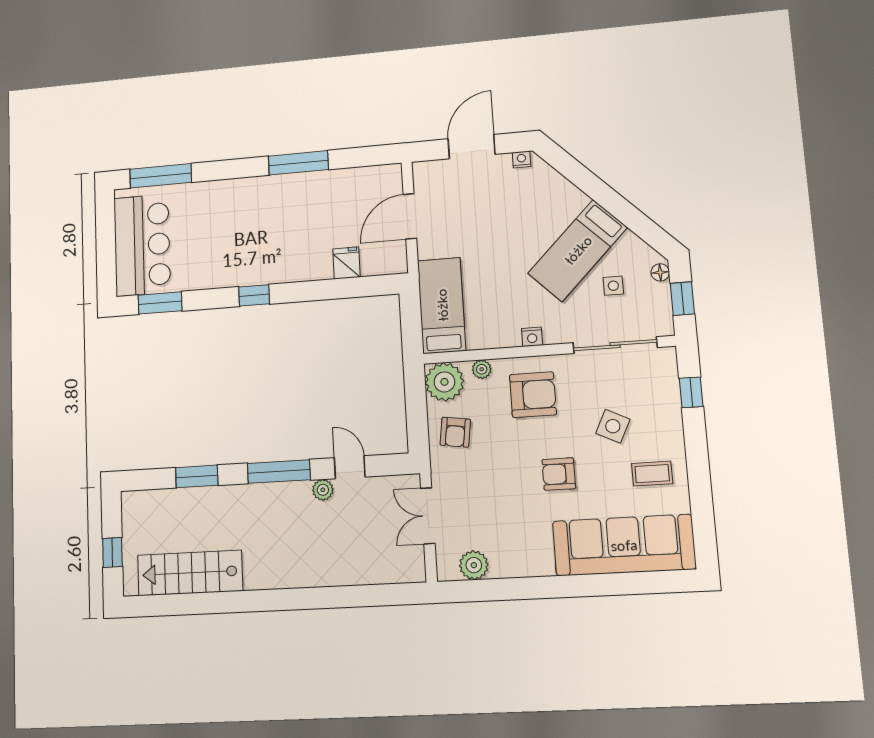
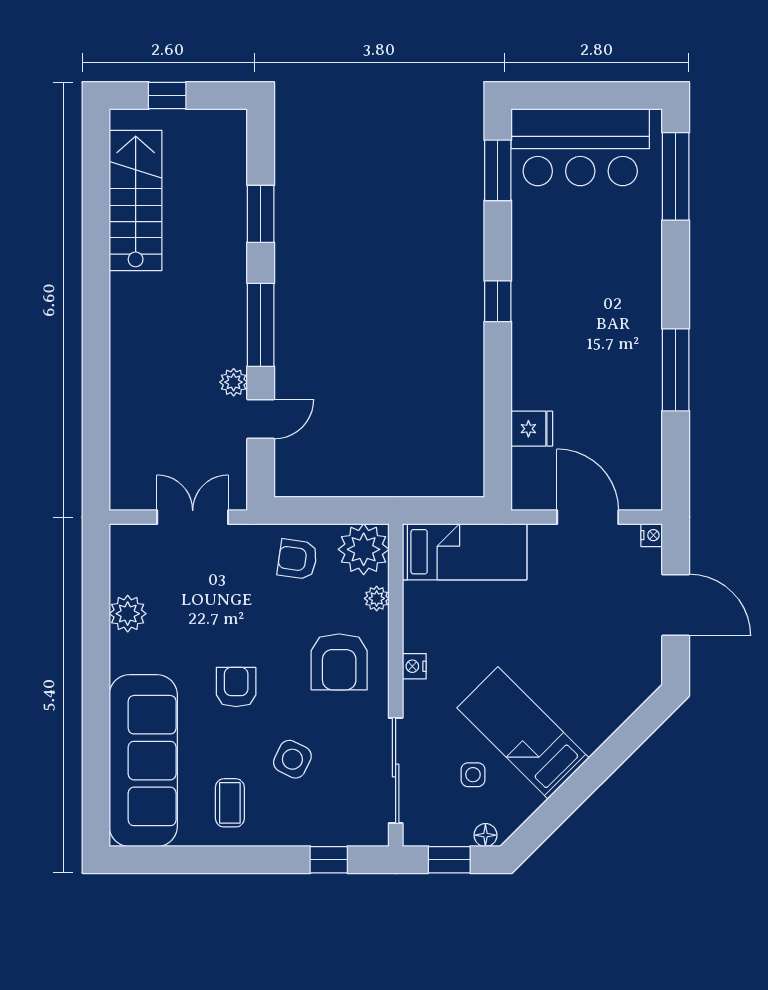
nightstand: (521, 159) -> (652, 535), moved
plant: (474, 565) -> (128, 614), moved

